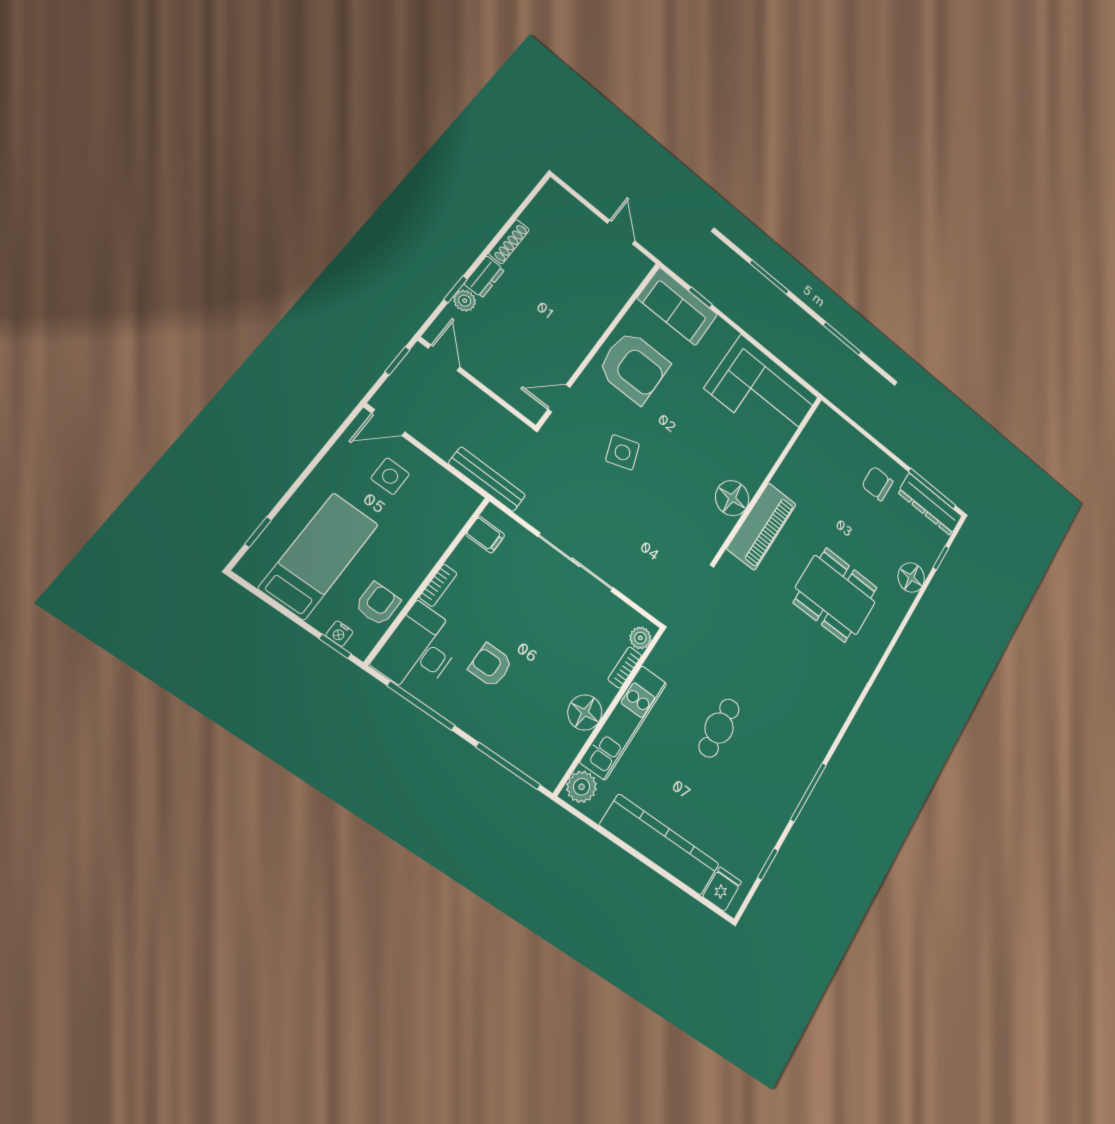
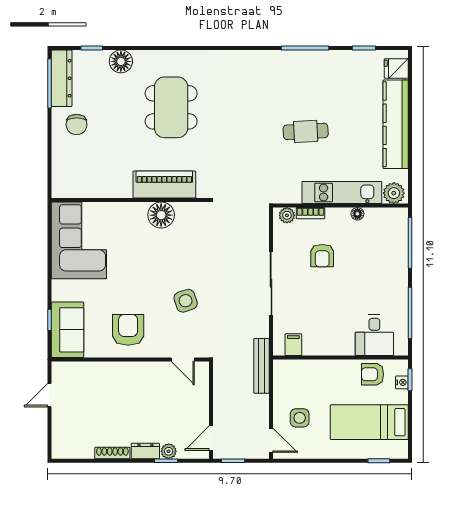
armchair: (634, 367) -> (128, 330), width x0.73, depth x0.73
bookcase: (438, 585) -> (340, 350), removed
desk: (419, 650) -> (374, 335), width x0.73
armchair: (491, 665) -> (322, 256), moved
floor lamp: (585, 712) -> (357, 214), width x0.53, depth x0.53

